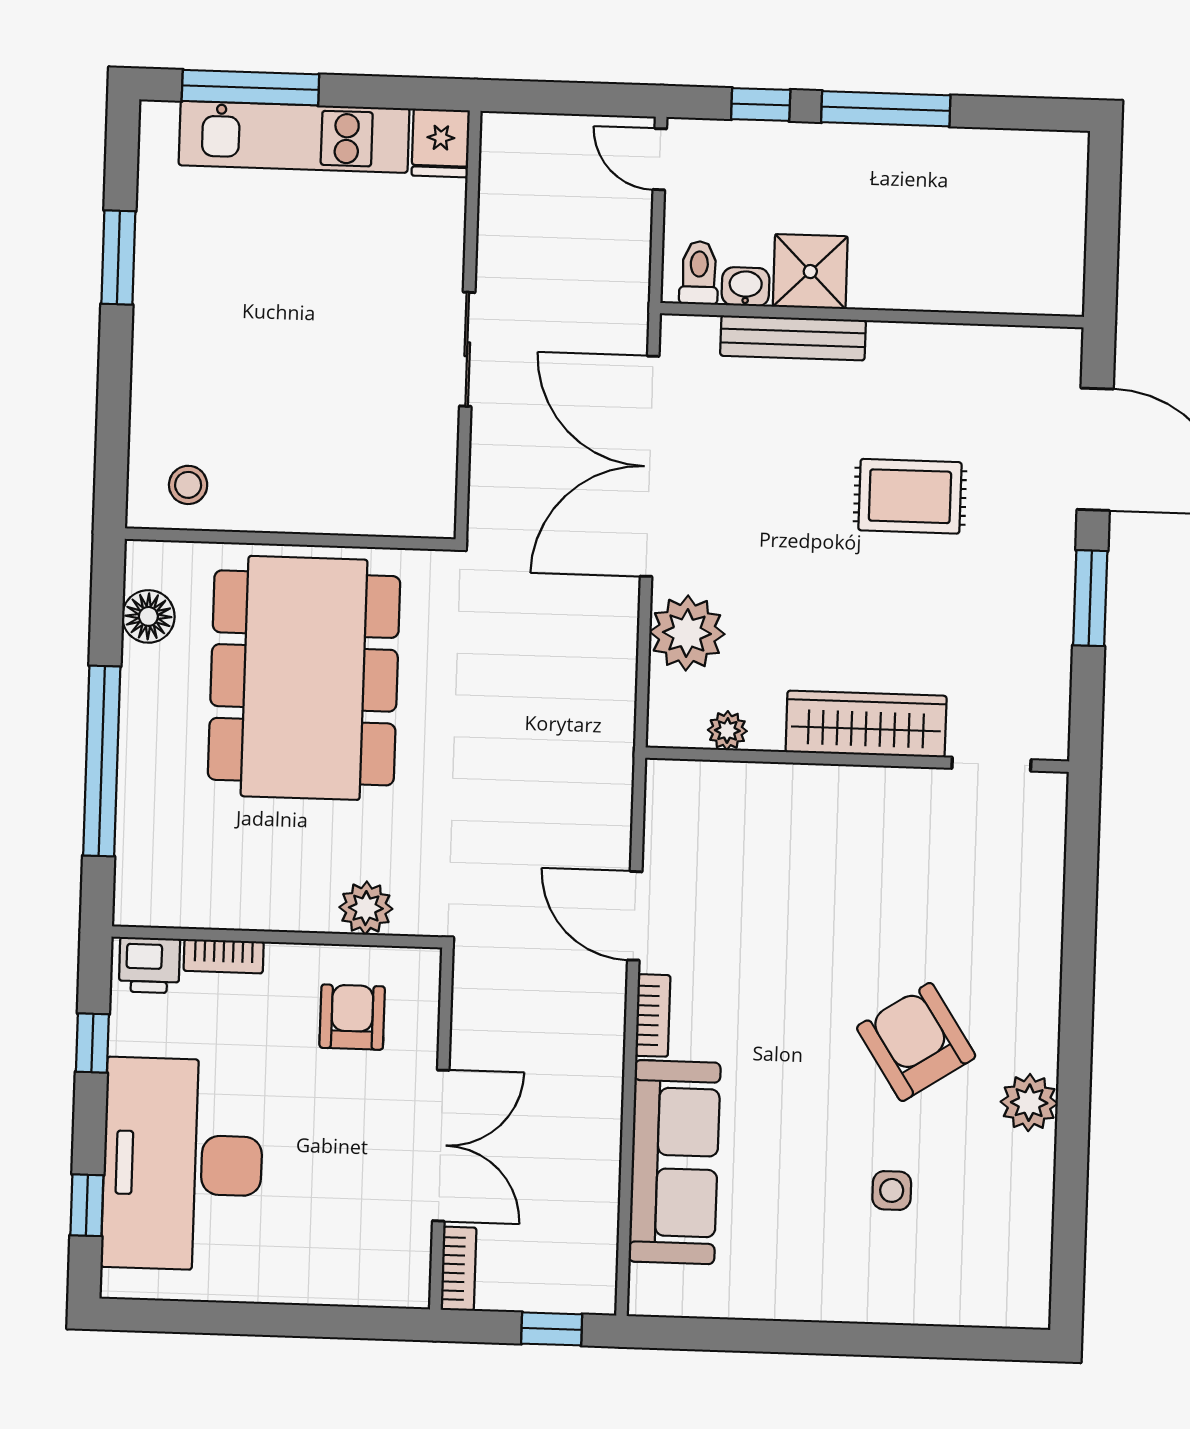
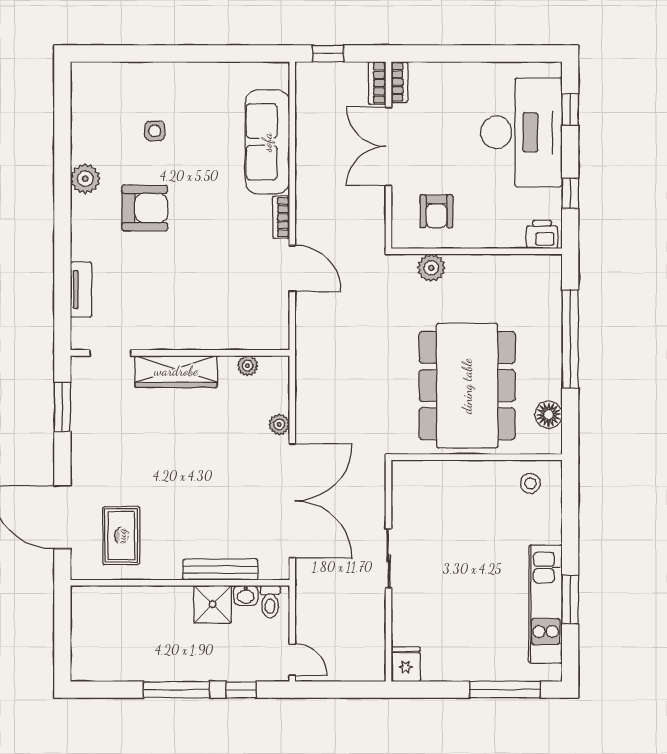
kitchen unit: (294, 137) -> (546, 604), moved, turned -90
rug: (910, 496) -> (121, 536), moved, turned 90
window: (1090, 598) -> (62, 407), moved
plant: (687, 633) -> (279, 424), width x0.53, depth x0.53
tv unit: (1045, 889) -> (81, 289), added
bookcase: (224, 956) -> (399, 82), moved, turned 90
armchair: (916, 1042) -> (145, 208), turned -57

